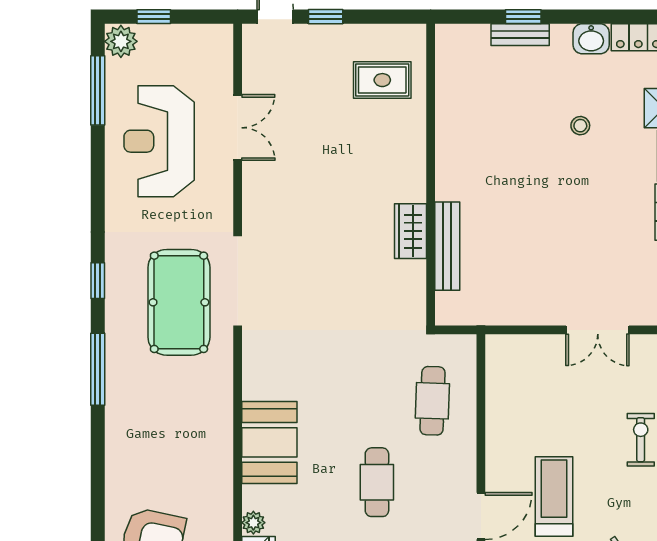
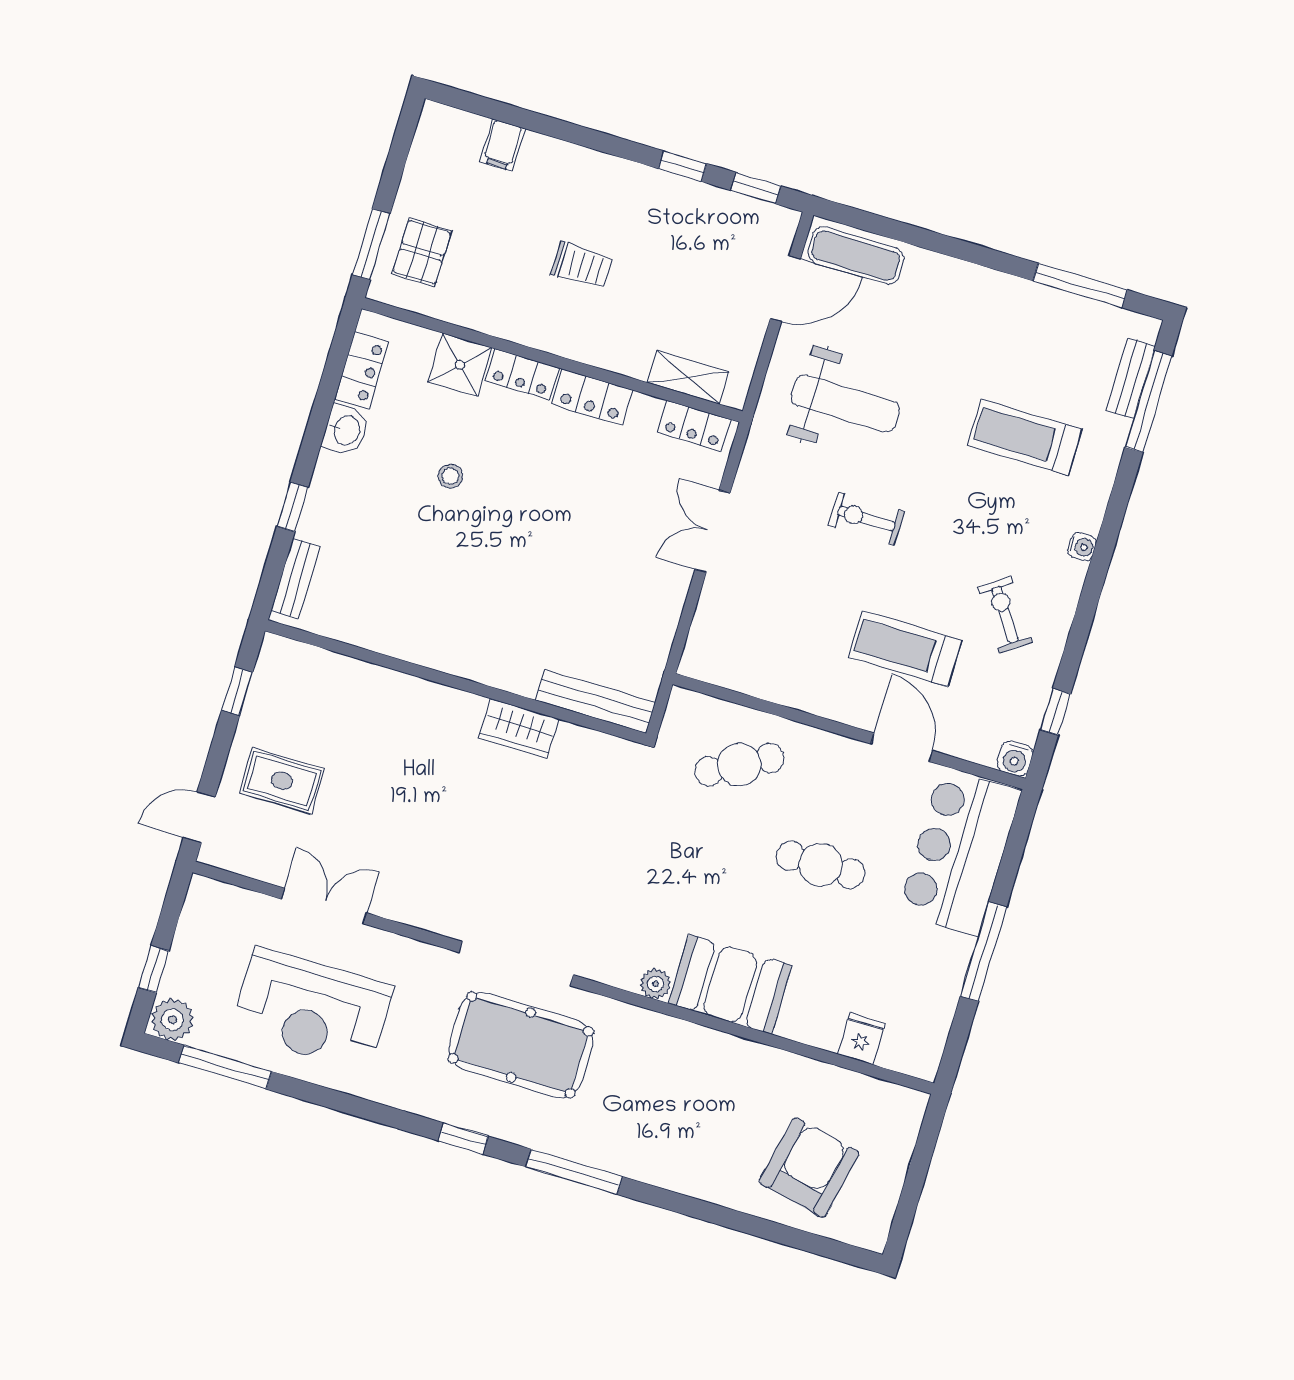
window: (326, 17) -> (237, 691), moved
bench: (520, 35) -> (296, 579), moved
rug: (382, 80) -> (282, 781), moved, turned 90
bench: (447, 246) -> (595, 701), moved
double door: (598, 330) -> (713, 531), swing flipped
cafe table: (432, 401) -> (739, 765), turned -31
plant: (253, 523) -> (655, 984), moved

